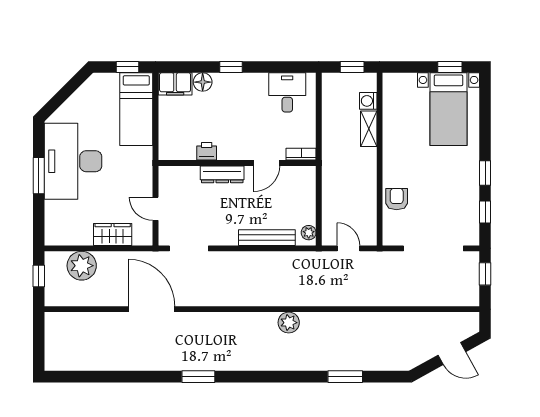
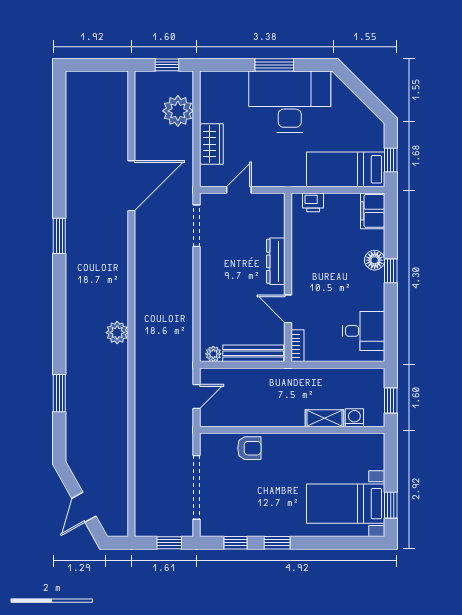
floor lamp: (203, 82) -> (375, 260), moved
printer: (207, 151) -> (313, 202), moved, turned 90
bench: (267, 238) -> (253, 353), moved, turned 90

